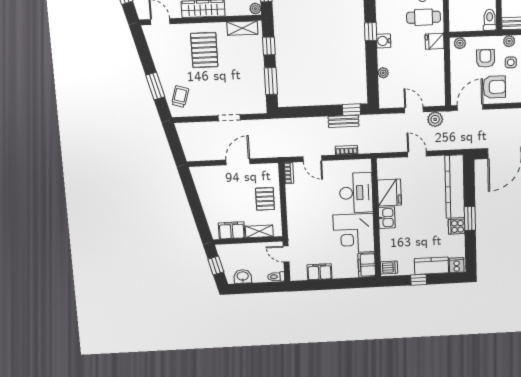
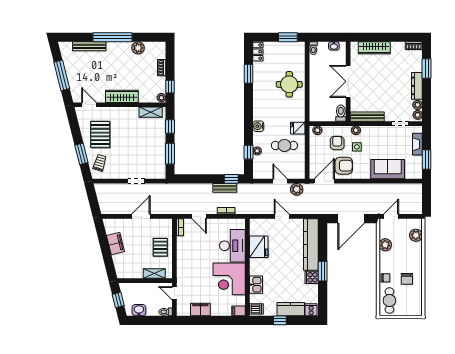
cafe table: (424, 17) -> (284, 145), moved
window: (371, 32) -> (249, 152), moved
pallet: (204, 50) -> (100, 134), moved
kitchen sink: (387, 218) -> (256, 285), moved
filing cabinet: (232, 230) -> (115, 243), moved, turned 76
filing cabinet: (367, 265) -> (238, 311), width x0.50

